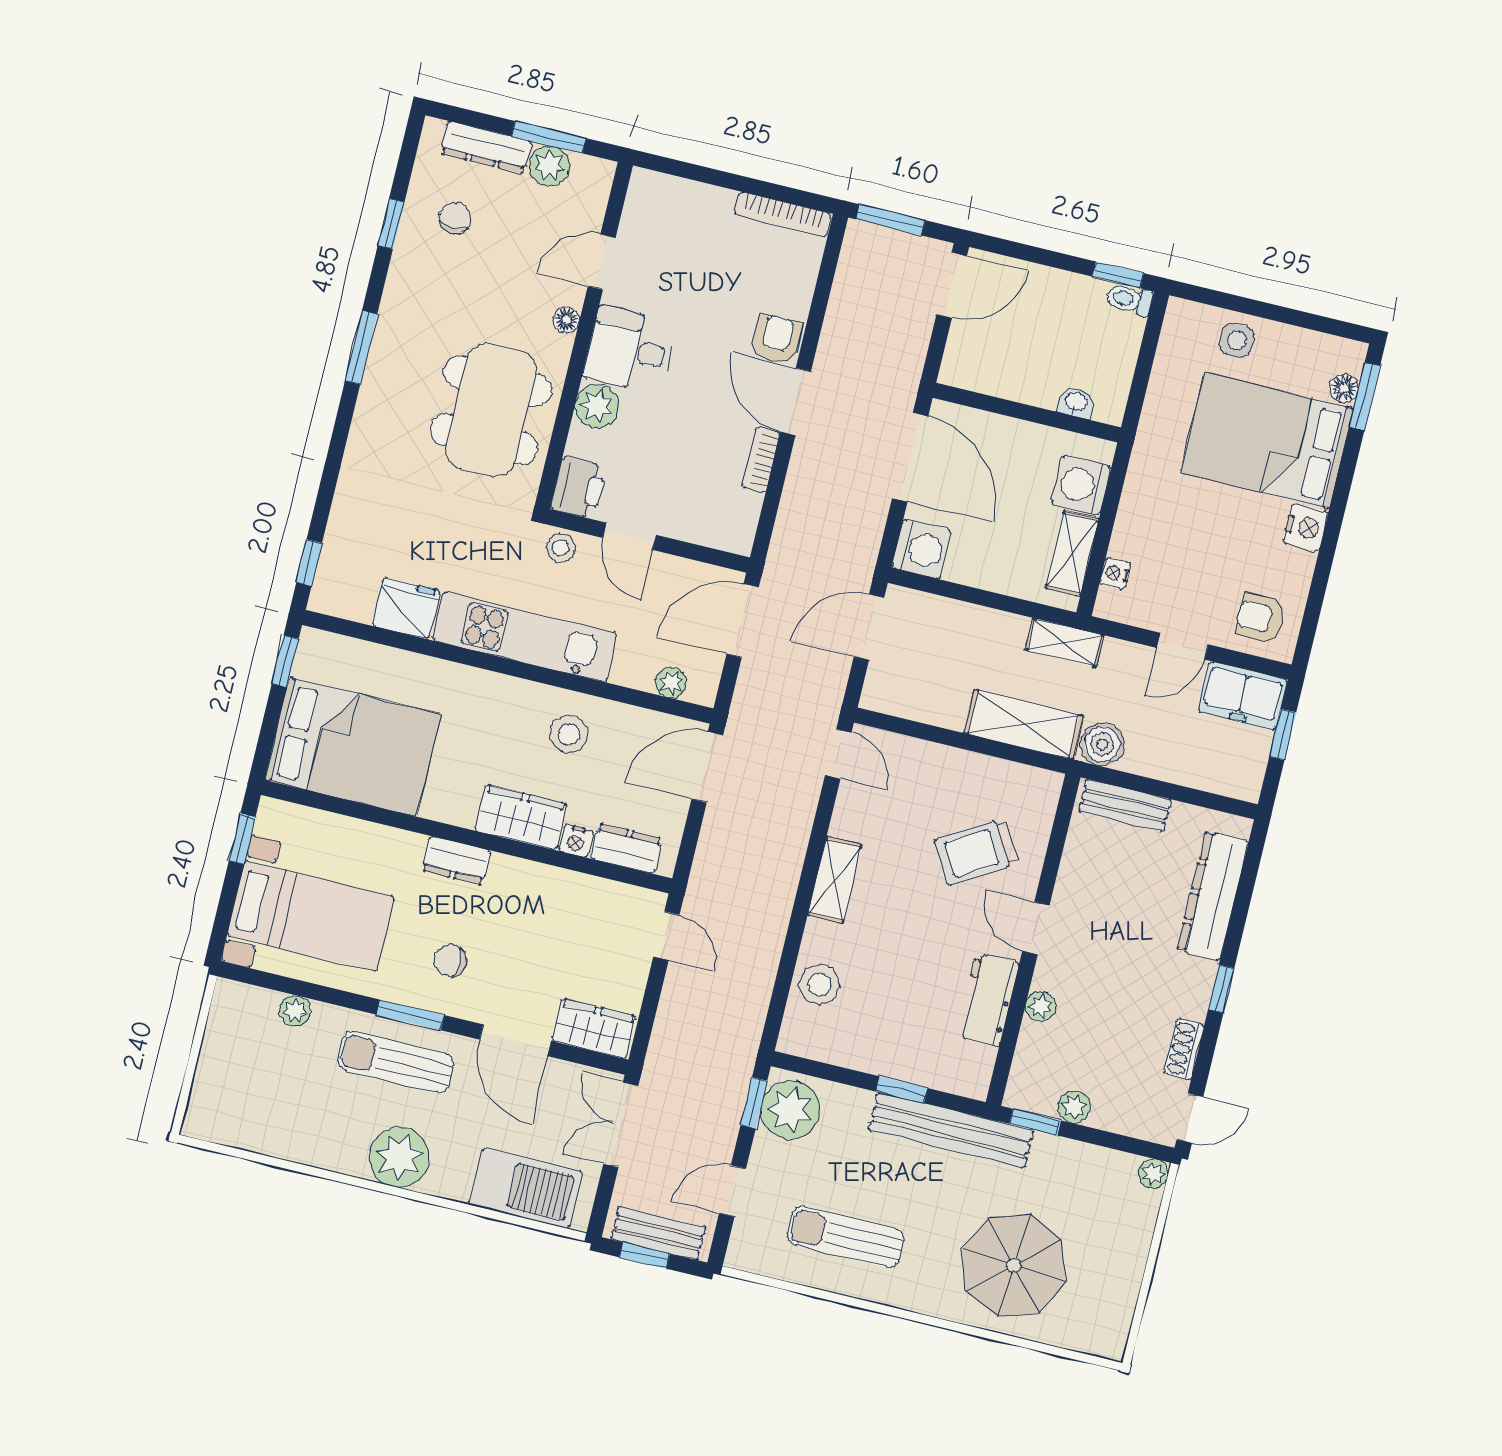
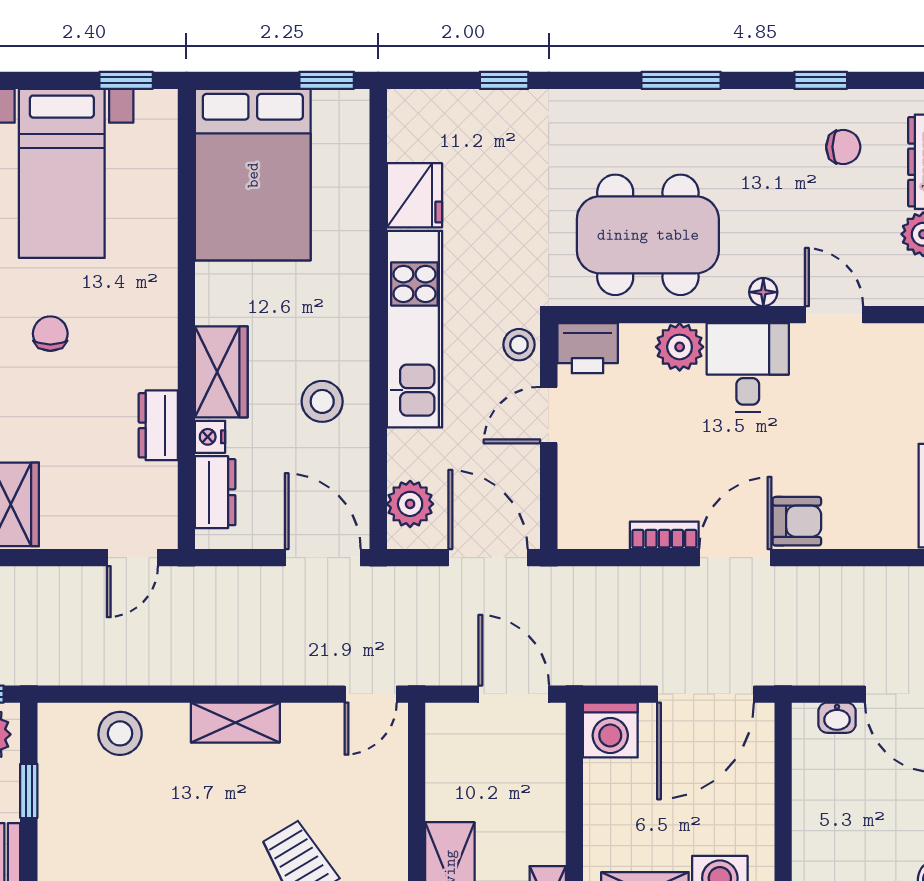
washbasin: (1076, 402) -> (837, 718), moved, turned 90
window: (309, 563) -> (504, 80), moved
plant: (671, 682) -> (410, 504), width x1.38, depth x1.38
dresser: (456, 861) -> (158, 425), moved
window: (902, 1090) -> (29, 791), moved

